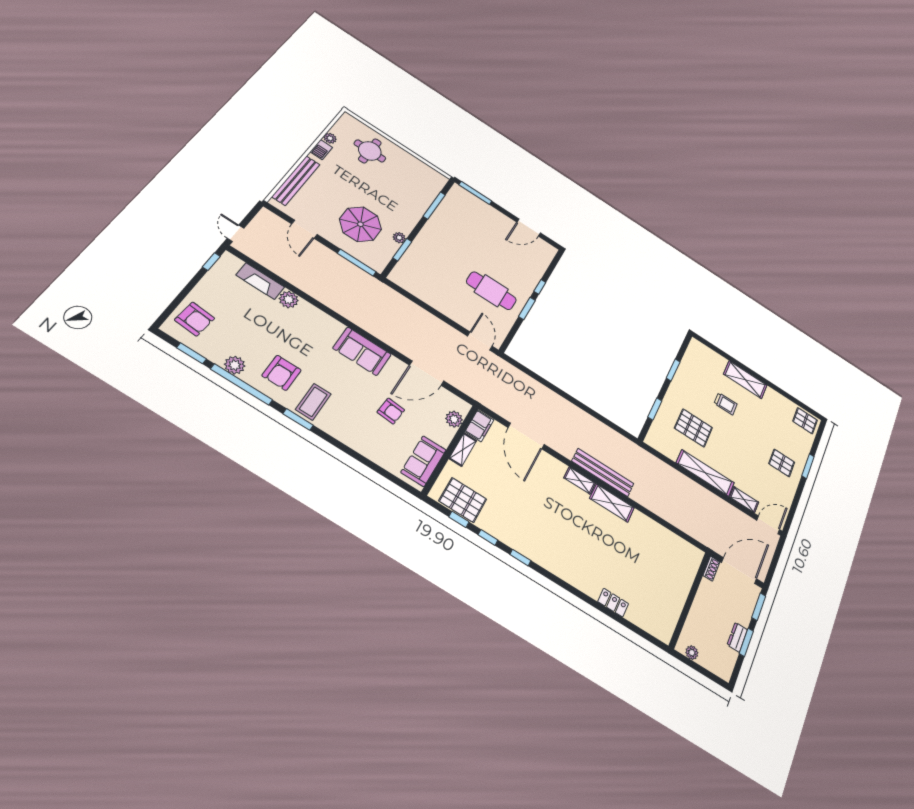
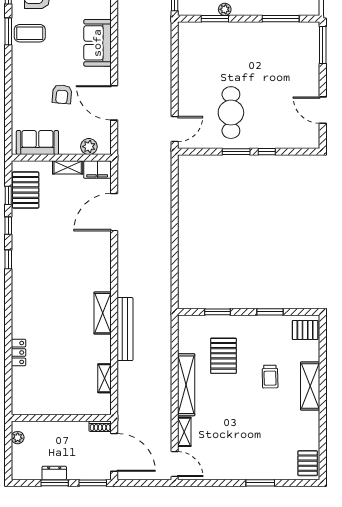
pallet: (782, 463) -> (305, 330), moved, turned 90
bench: (603, 472) -> (125, 329), moved
shelving: (580, 481) -> (105, 378), moved

